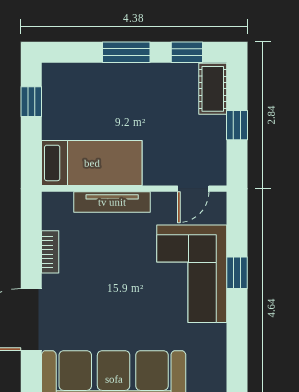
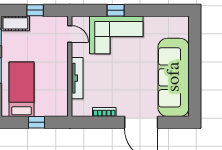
window: (31, 102) -> (37, 122), moved
bed: (92, 163) -> (21, 89), moved

